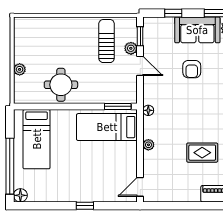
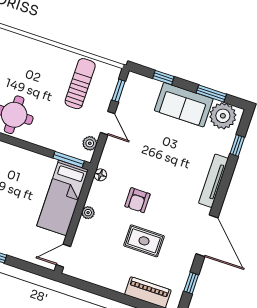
plant: (131, 48) -> (90, 143), moved
armchair: (192, 69) -> (137, 200), moved
bed: (107, 127) -> (63, 198), moved, turned -90

